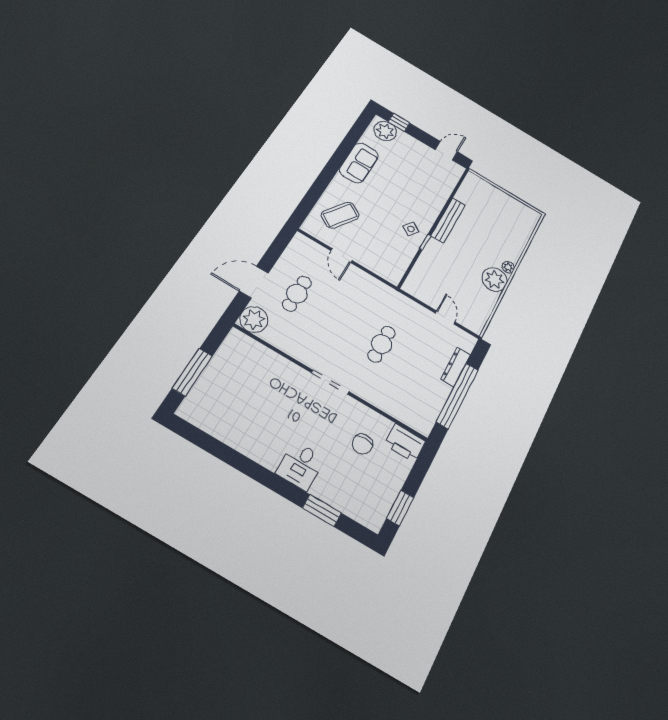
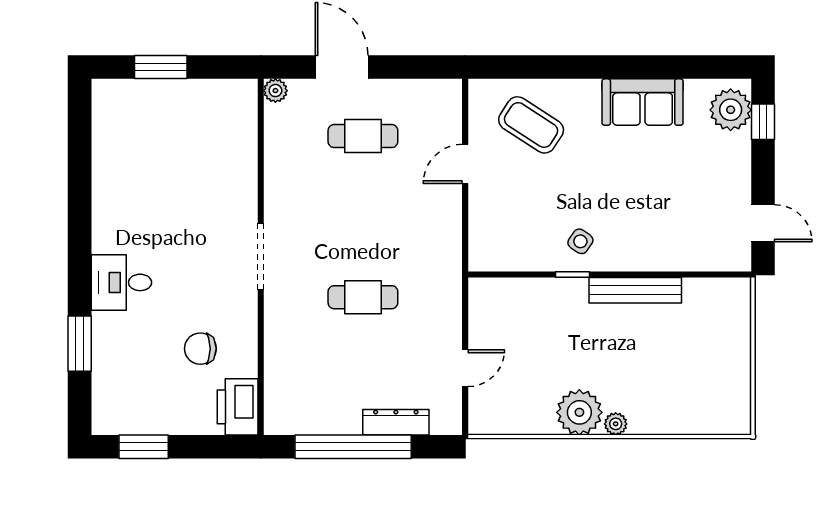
plant: (254, 320) -> (275, 91), width x0.53, depth x0.53
window: (192, 372) -> (161, 67), width x0.69

